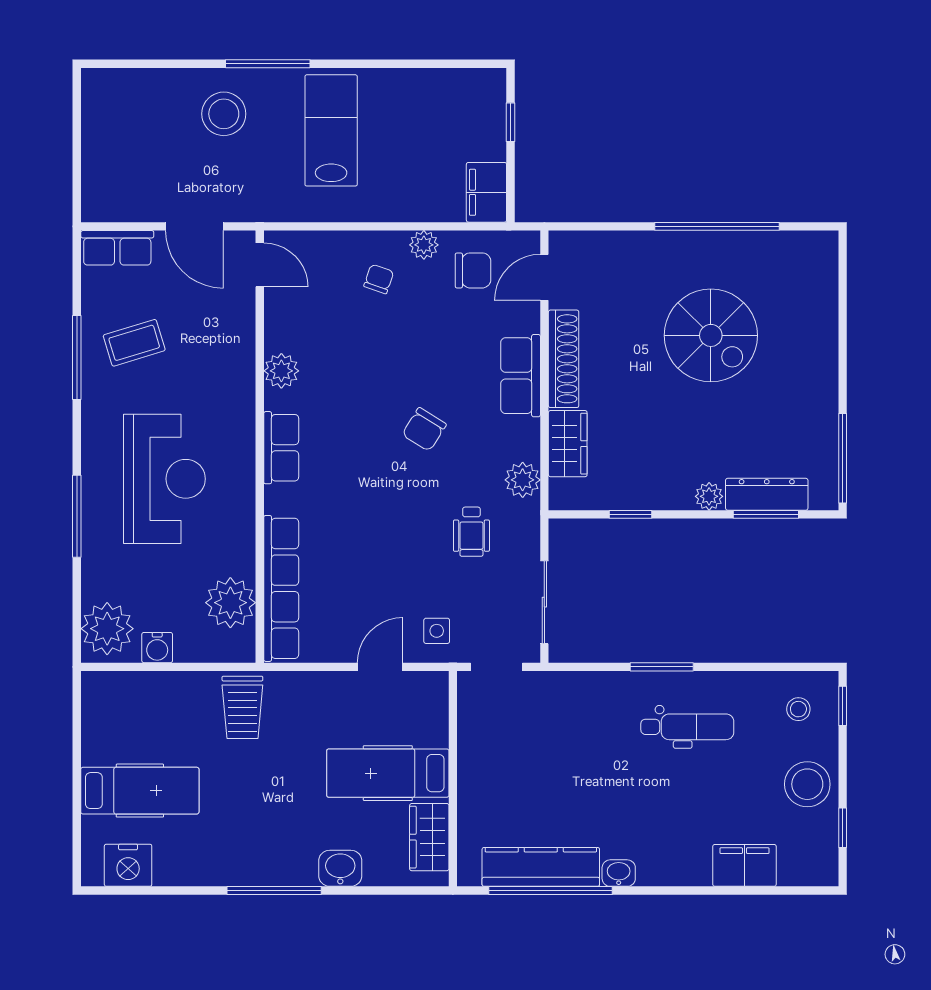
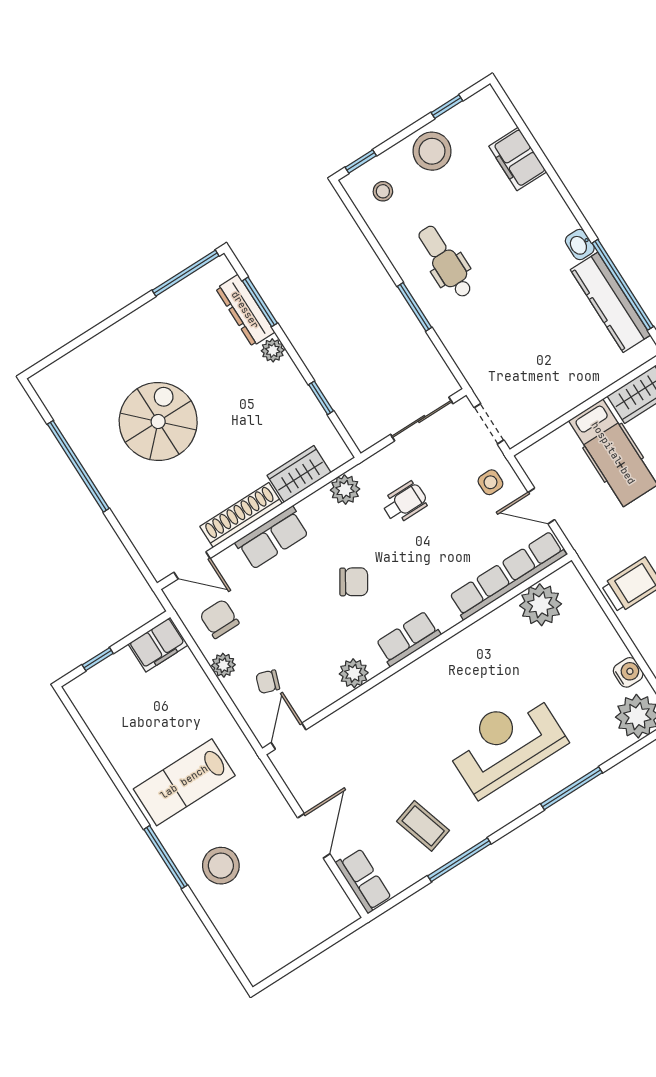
door: (260, 265) -> (289, 736), moved
plant: (281, 371) -> (354, 673), moved
wall: (260, 447) -> (417, 654), moved
row of seats: (281, 448) -> (408, 639), moved
row of seats: (281, 588) -> (508, 575), moved
plant: (230, 603) -> (541, 605), moved

